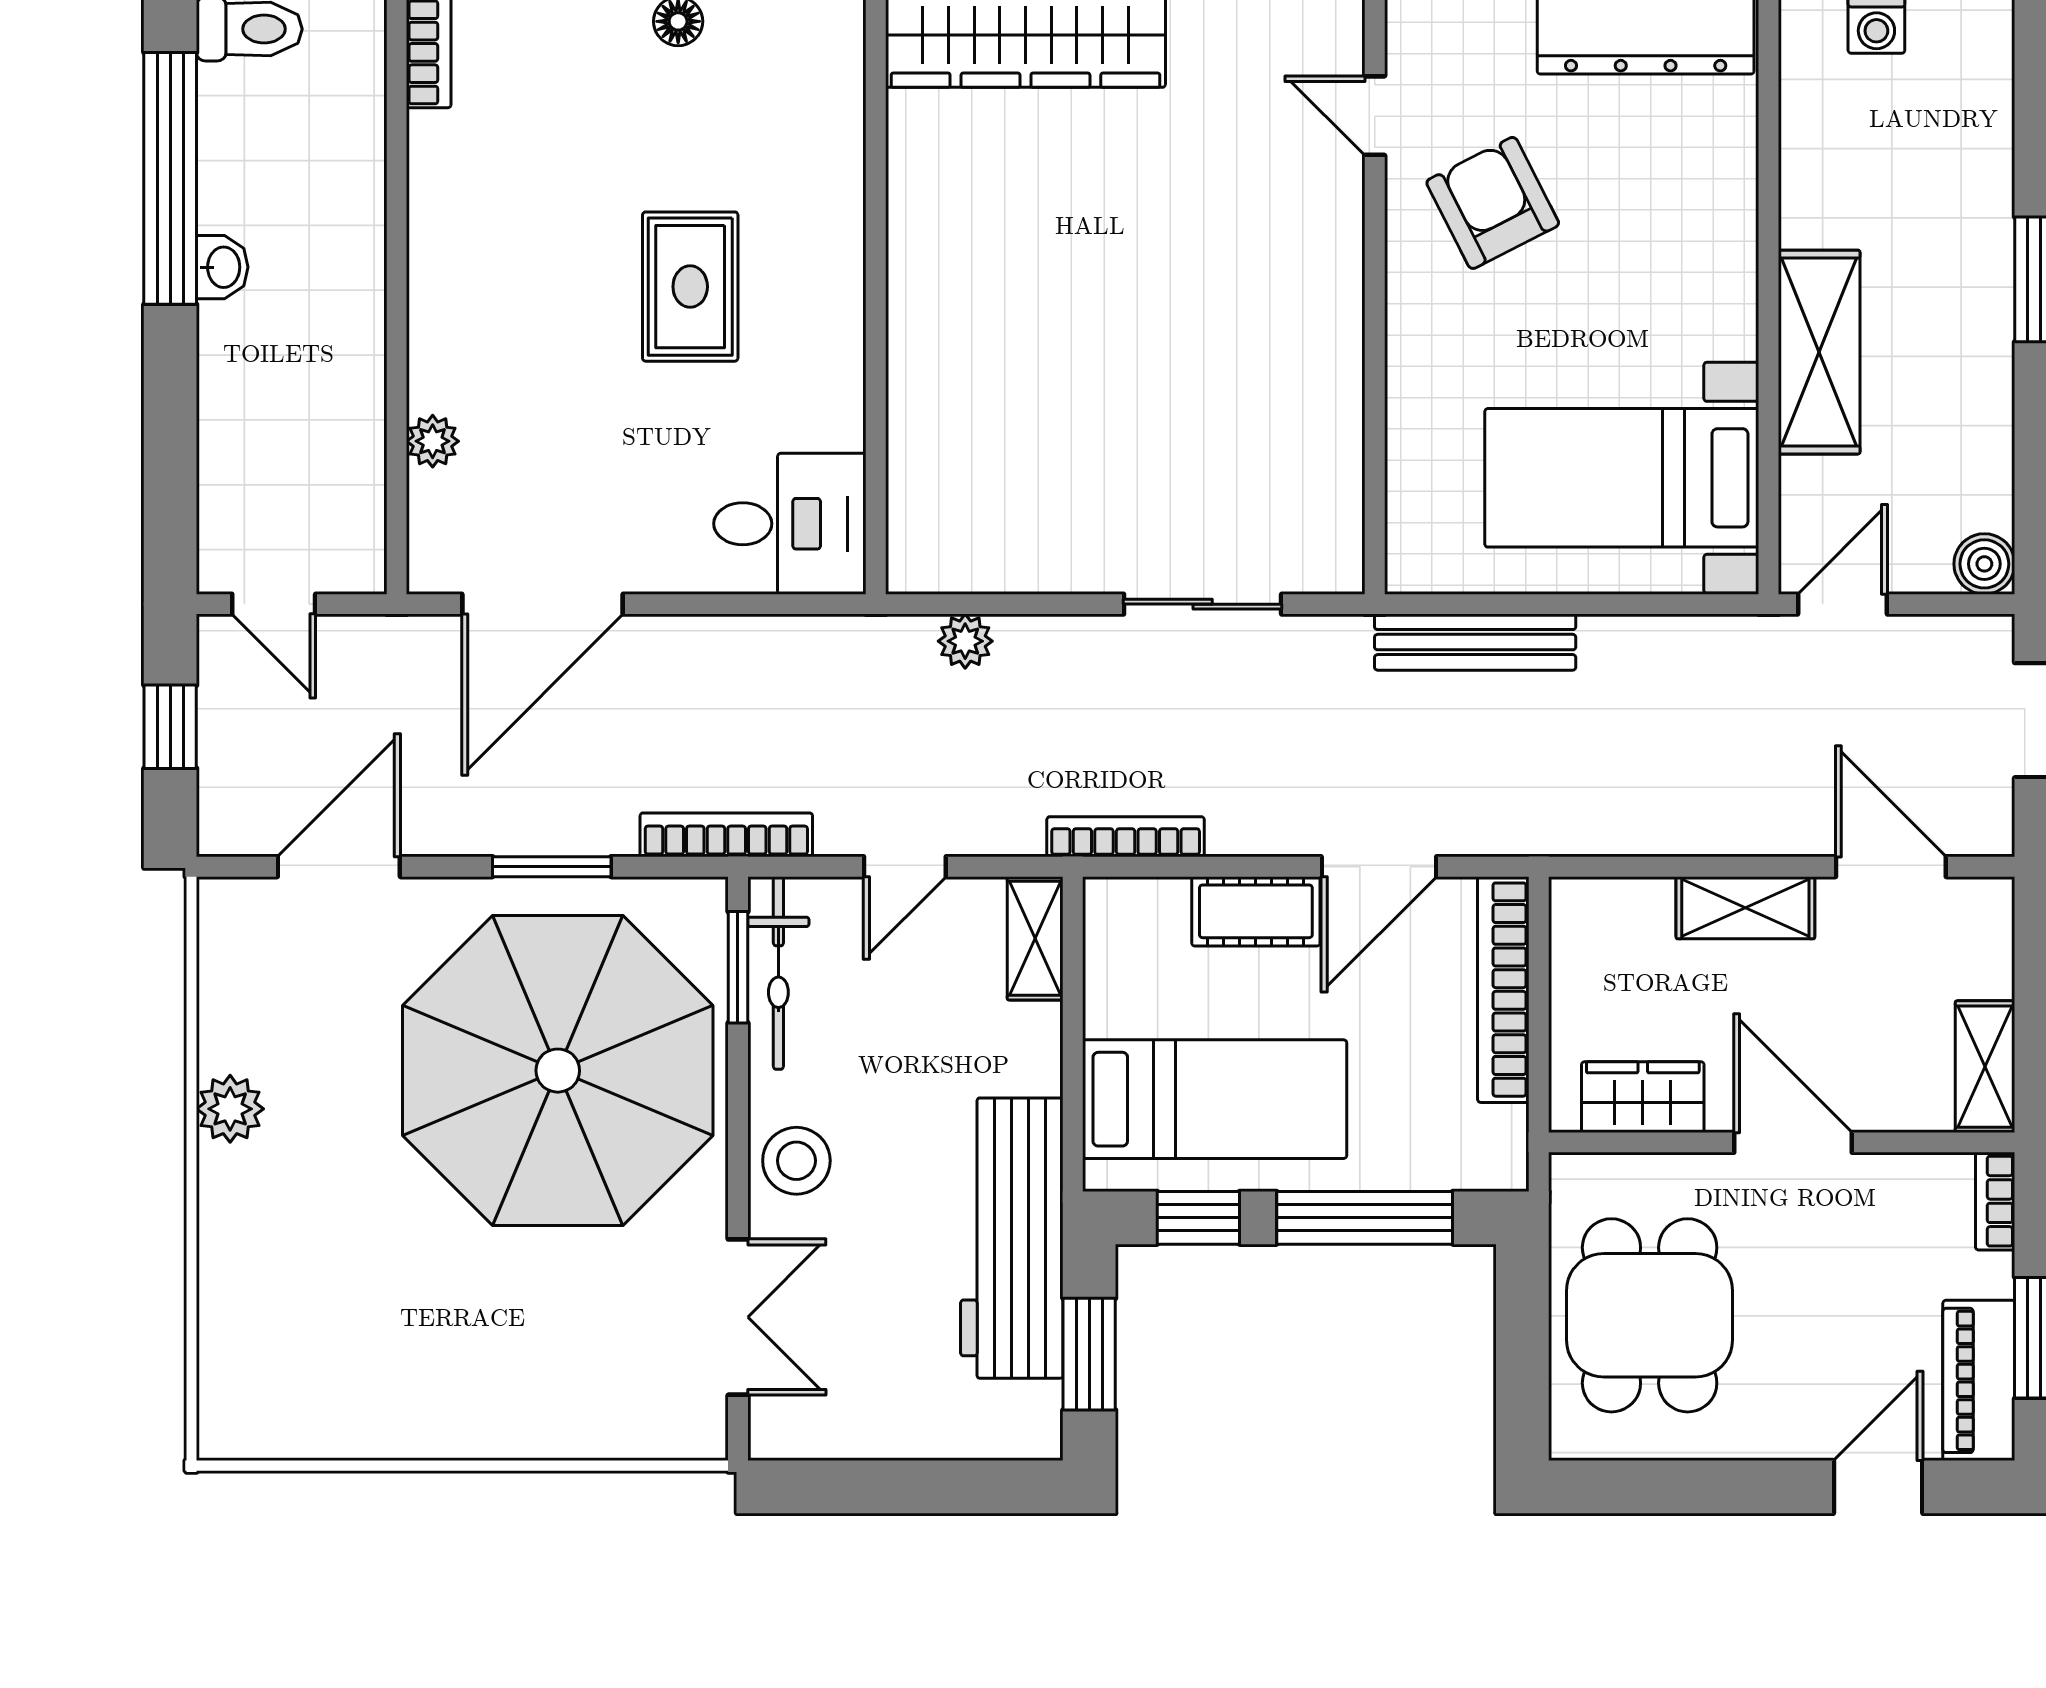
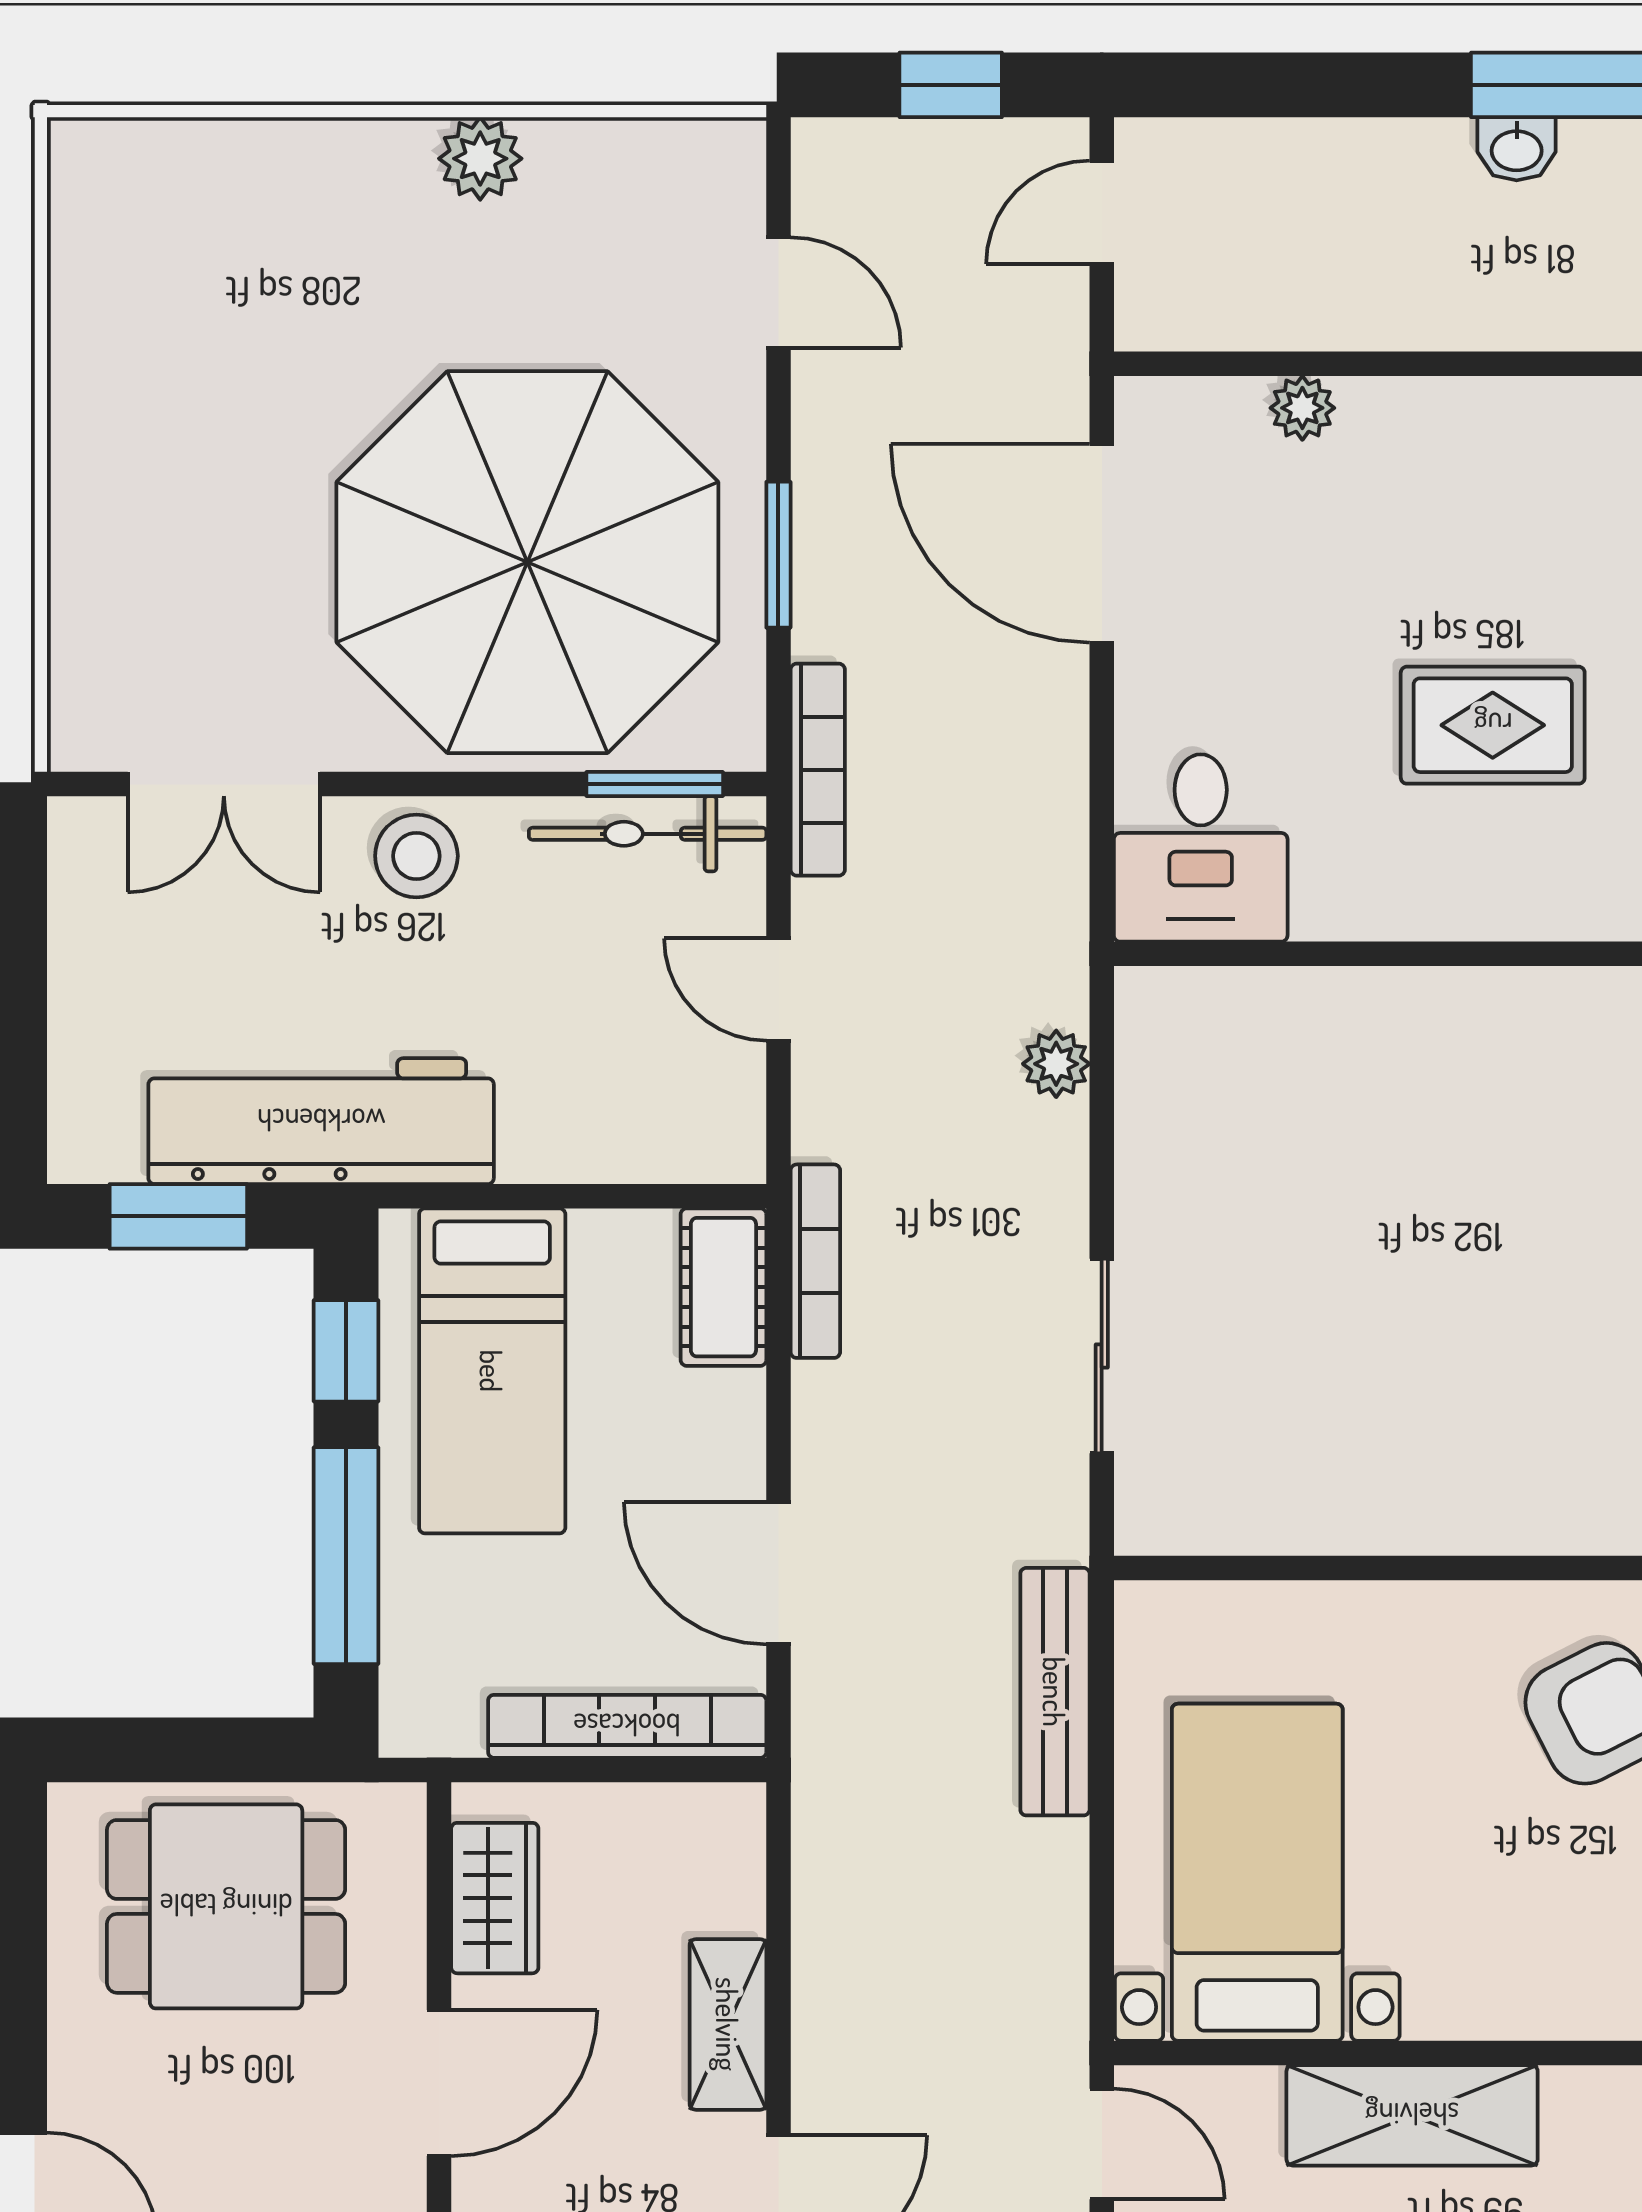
door: (339, 867) -> (778, 292), width x0.73
cot: (1256, 911) -> (723, 1287), moved
shelving: (1035, 938) -> (690, 1150), removed

